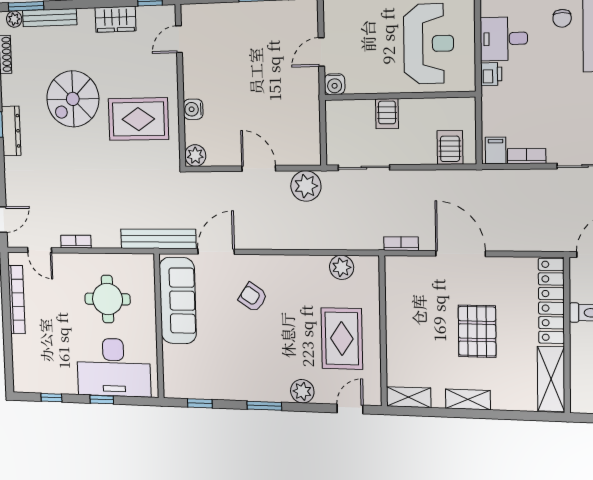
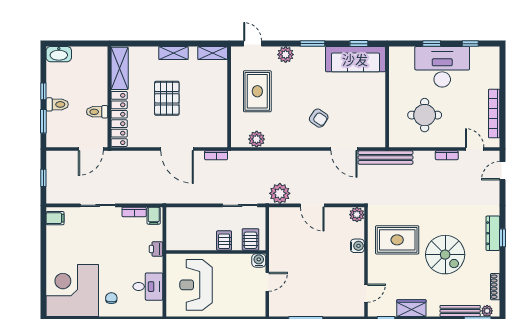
printer: (491, 74) -> (156, 249), moved
spiral stairs: (73, 99) -> (445, 255), turned 90
server rack: (450, 147) -> (250, 239), moved, turned 180
door: (216, 252) -> (344, 149), hinge flipped
sofa: (178, 301) -> (355, 59), moved, turned -90
desk: (114, 367) -> (442, 67), moved
door: (350, 409) -> (253, 44), swing flipped

